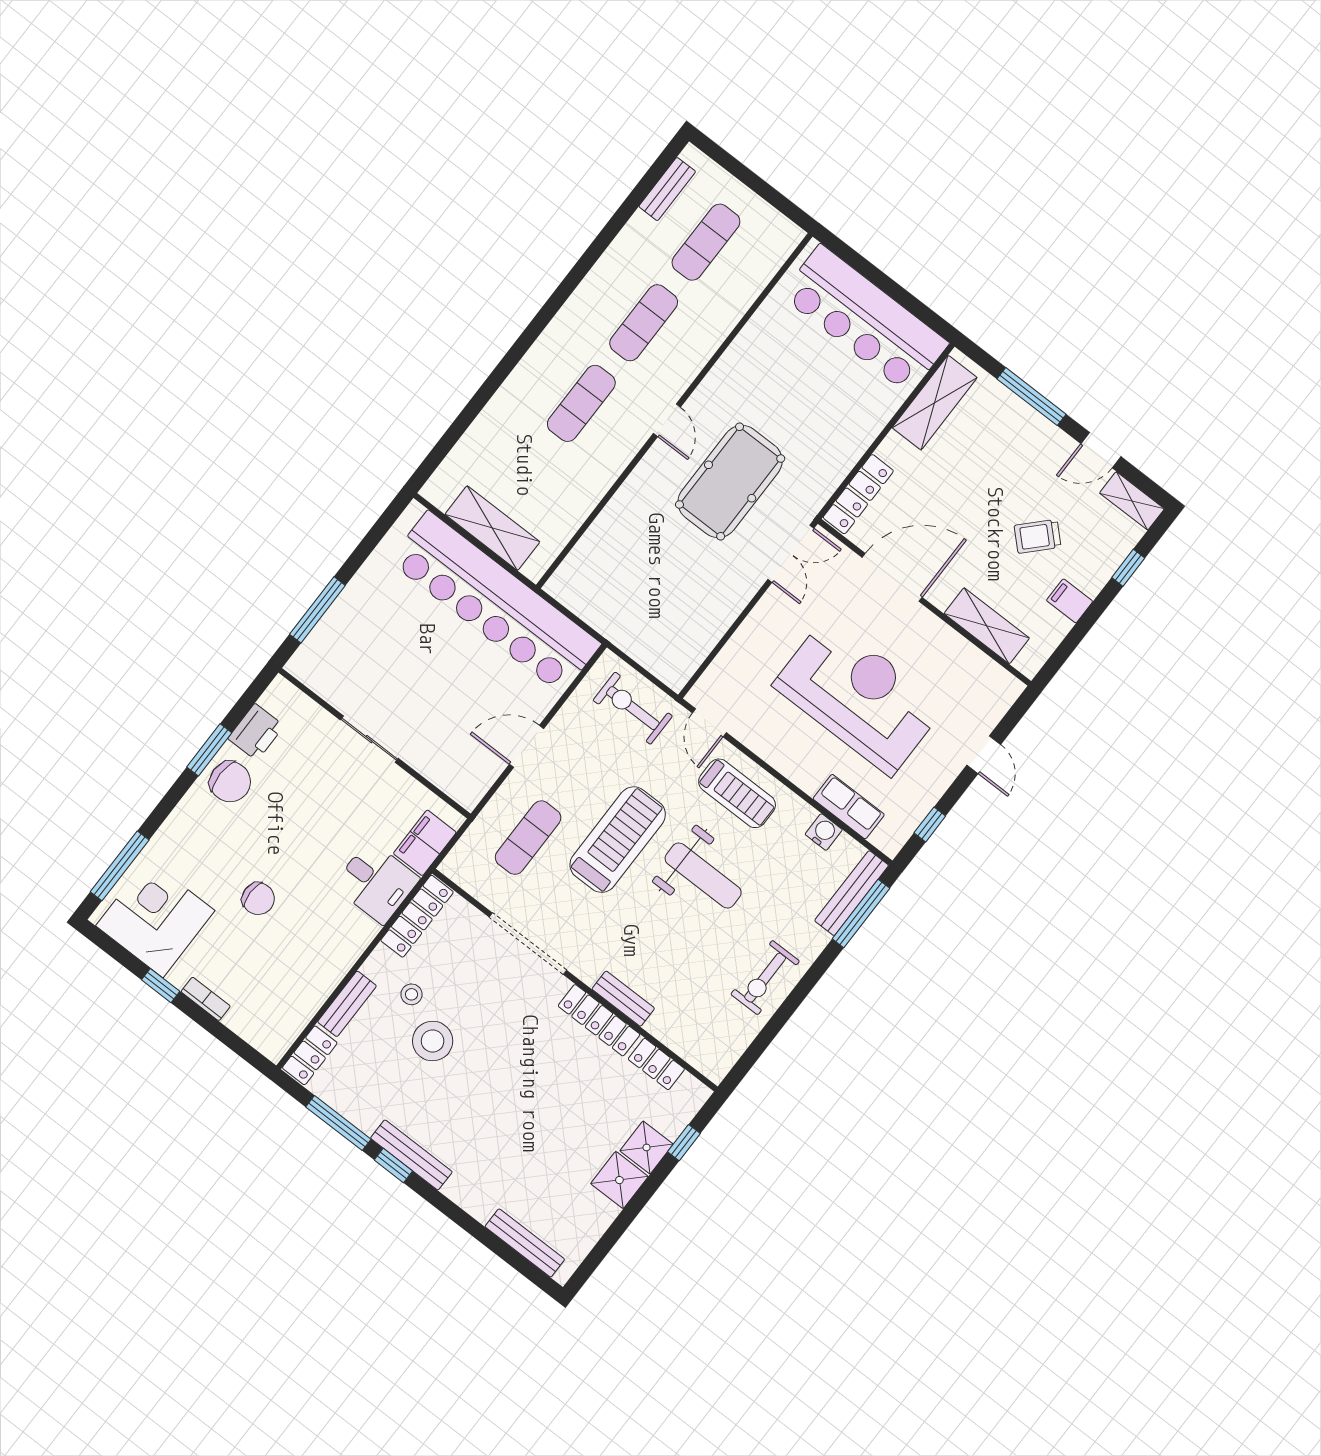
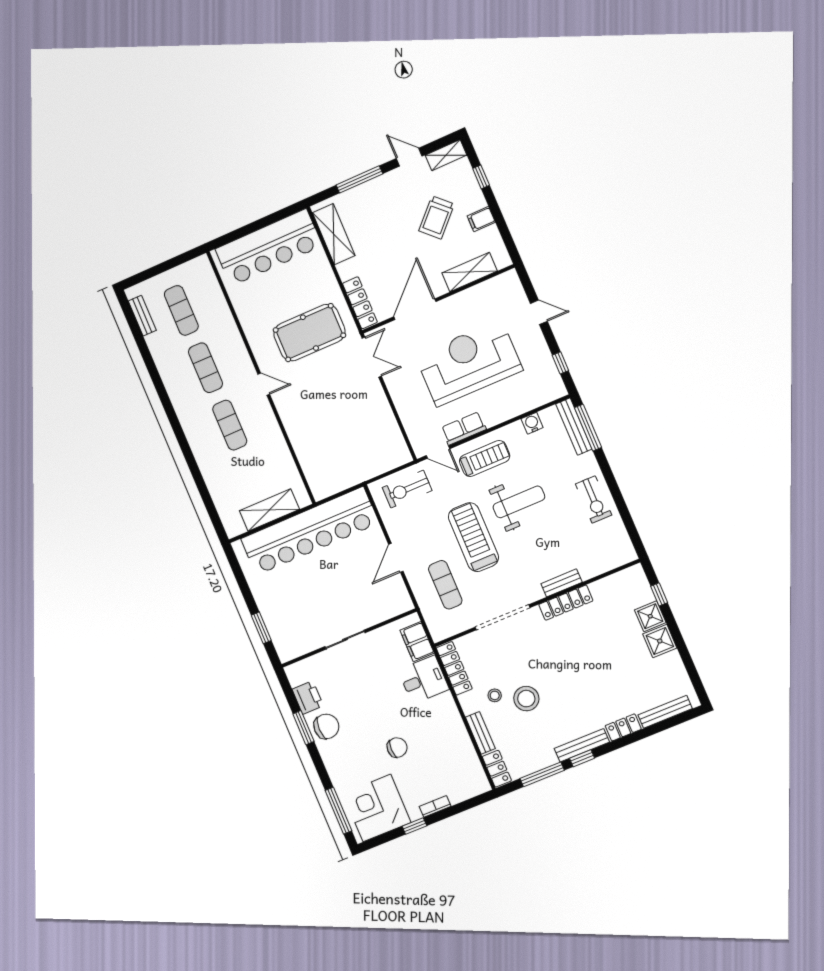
door: (1101, 450) -> (409, 157), swing flipped
pool table: (730, 482) -> (309, 333), moved, turned 90
trolley: (1038, 536) -> (437, 217), width x1.36, depth x1.39
window: (317, 610) -> (261, 628), width x0.69
row of seats: (849, 807) -> (464, 428), moved
locker: (656, 1064) -> (623, 727), moved, turned 180

